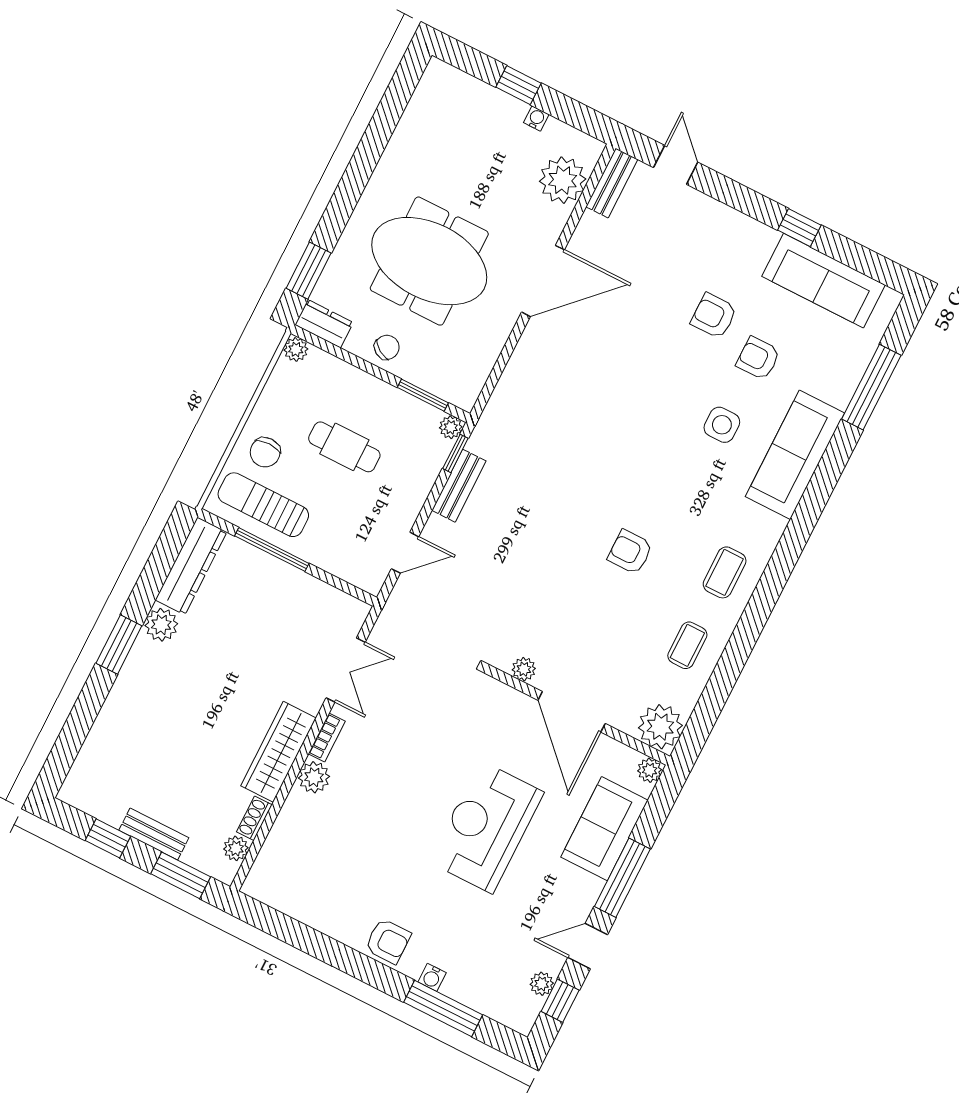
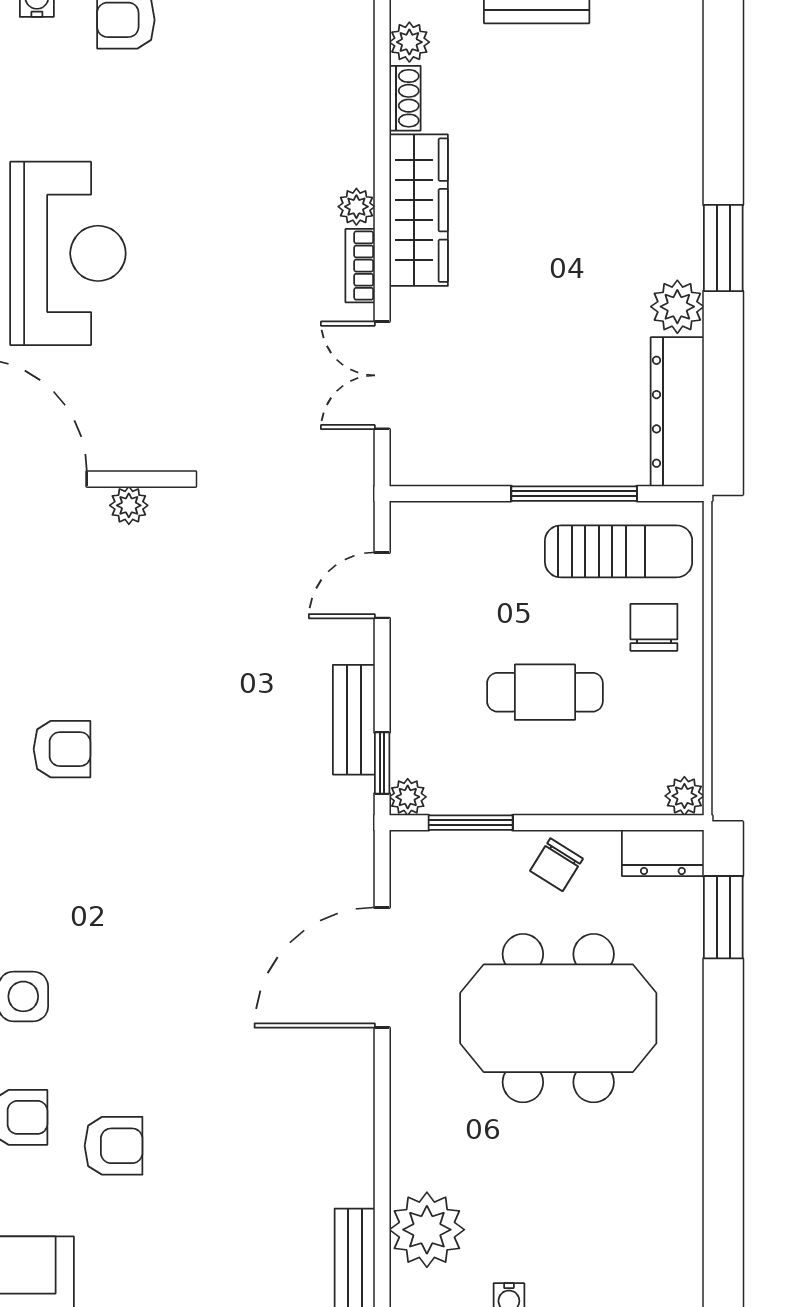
door: (543, 281) -> (382, 968), moved
plant: (314, 777) -> (356, 207), width x0.73, depth x0.73

